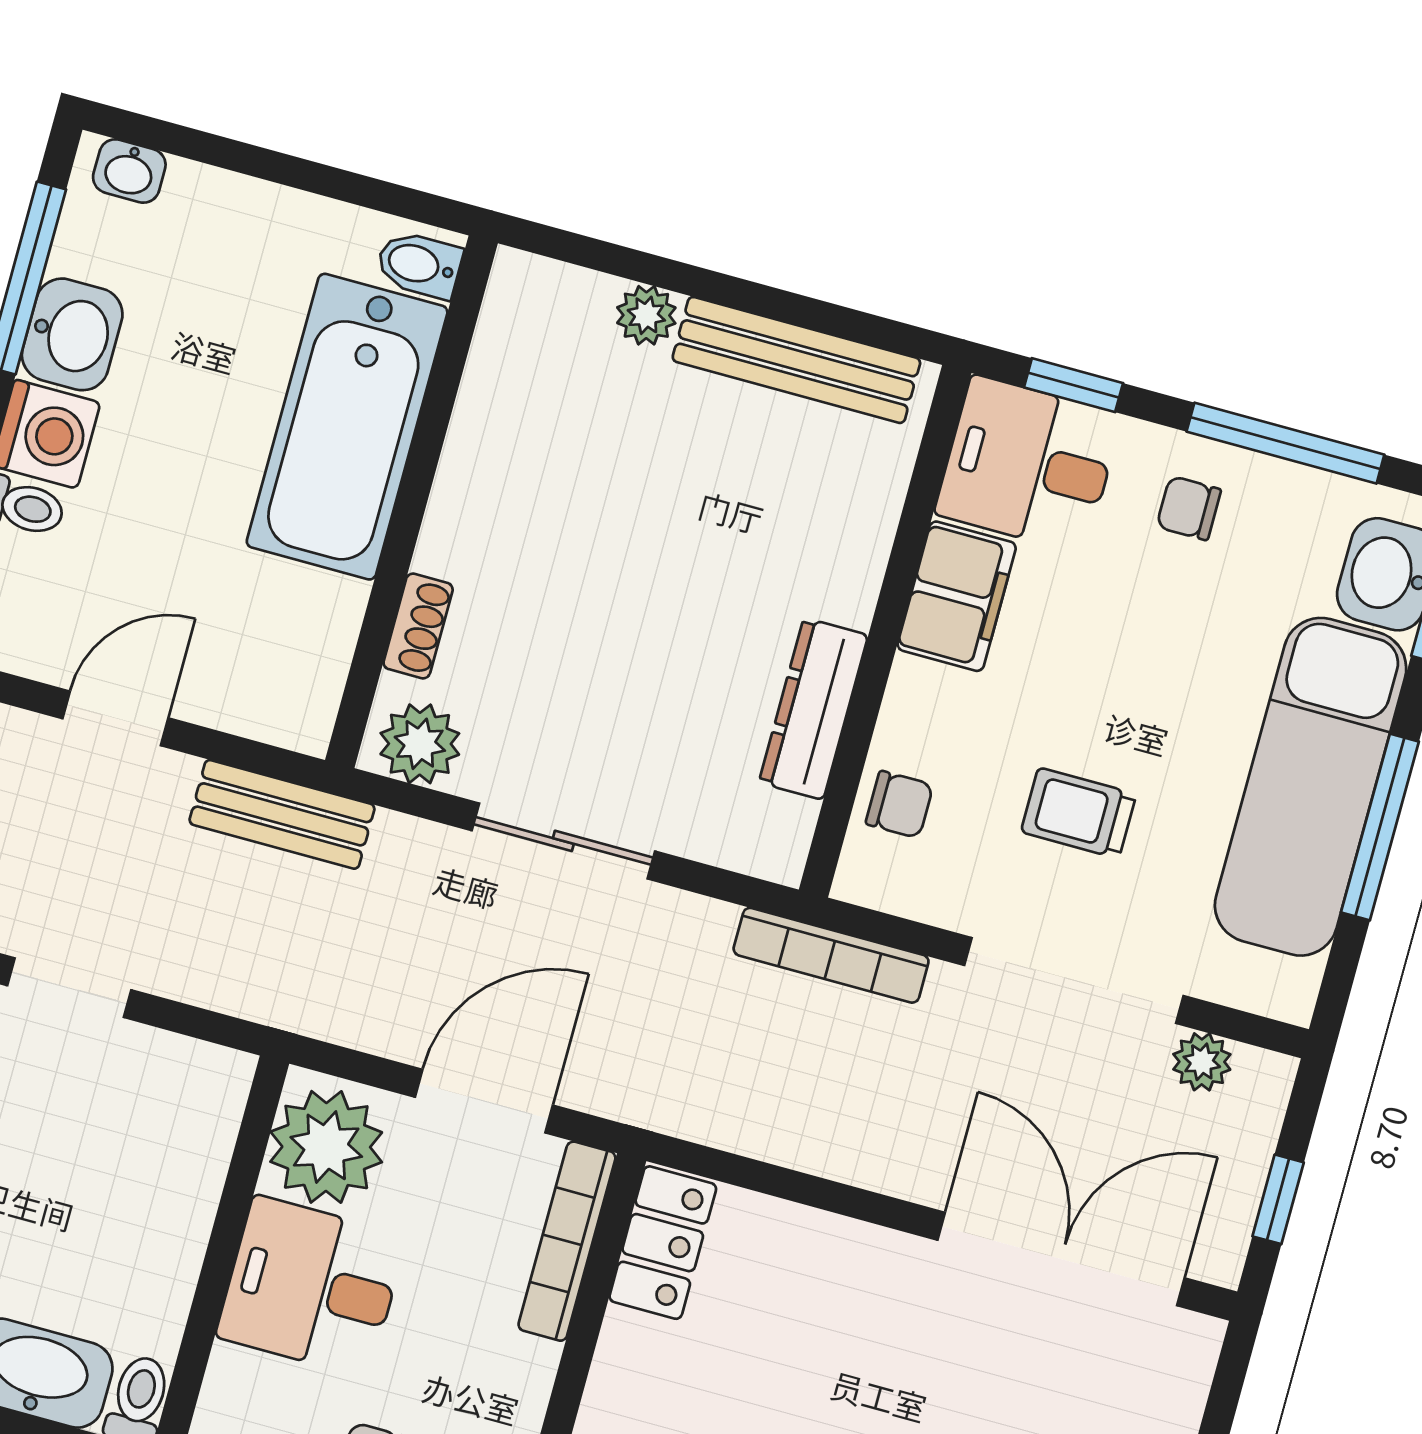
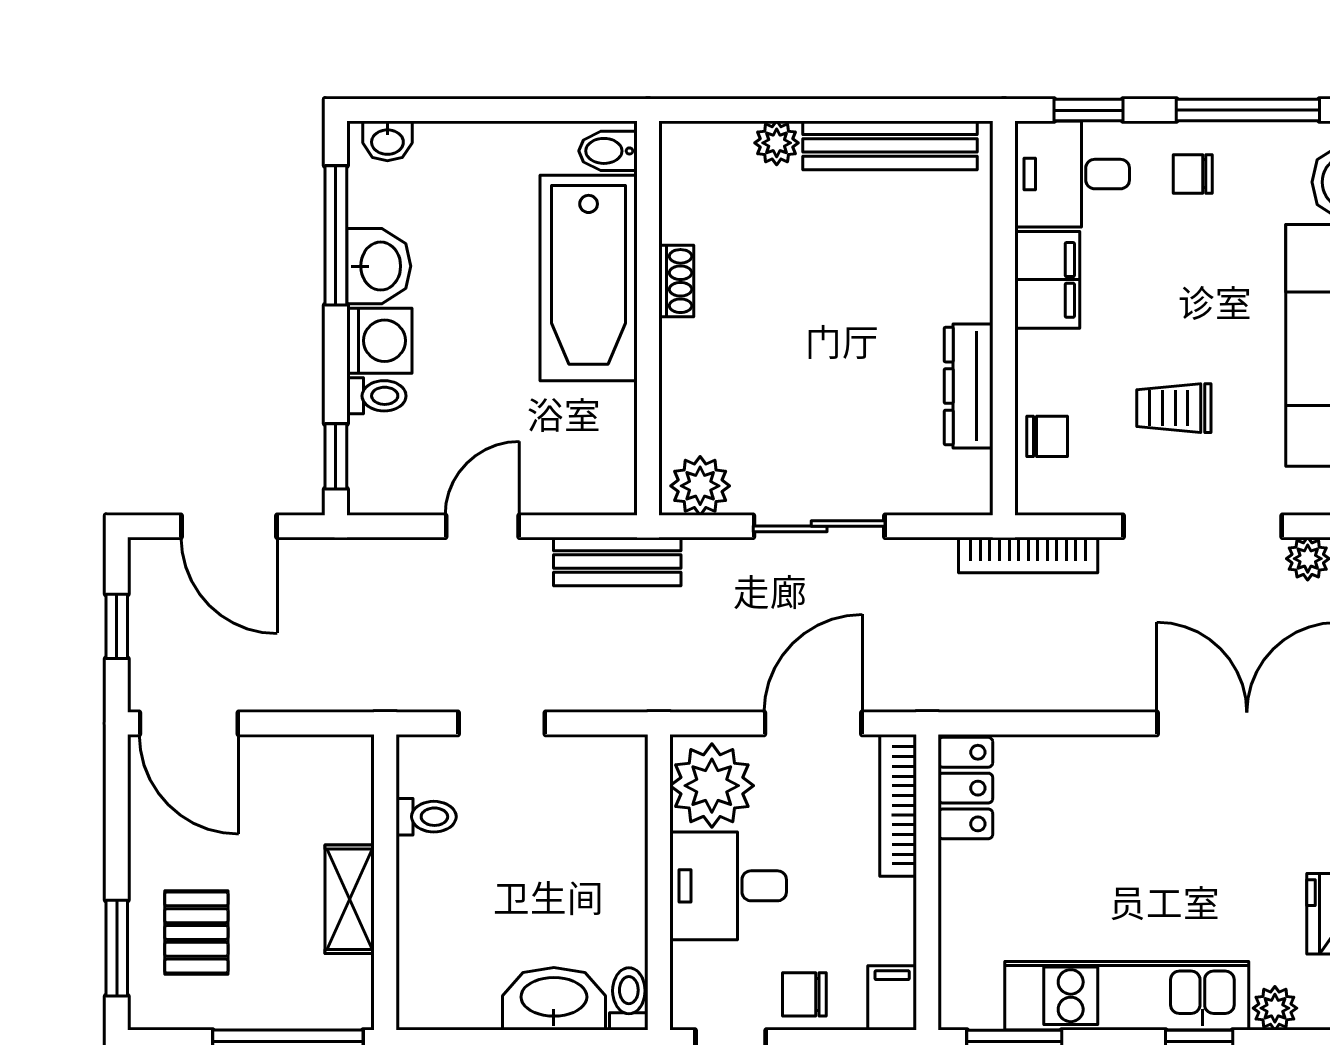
shoe rack: (418, 626) -> (676, 281), moved

